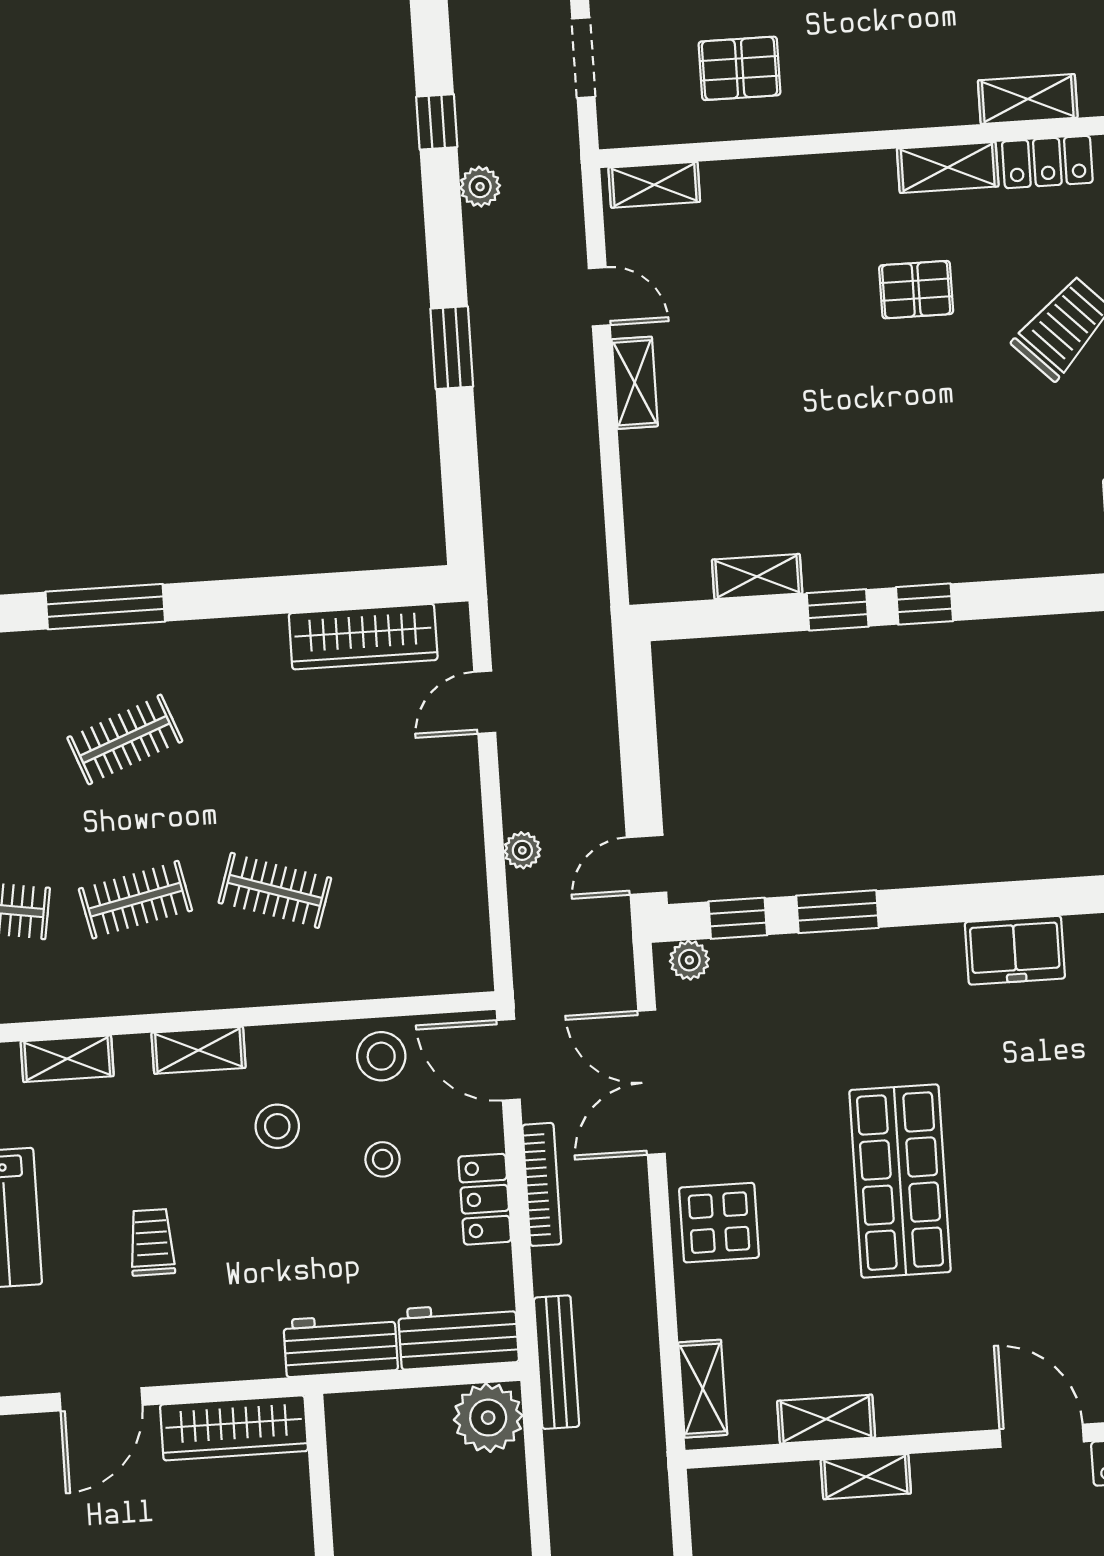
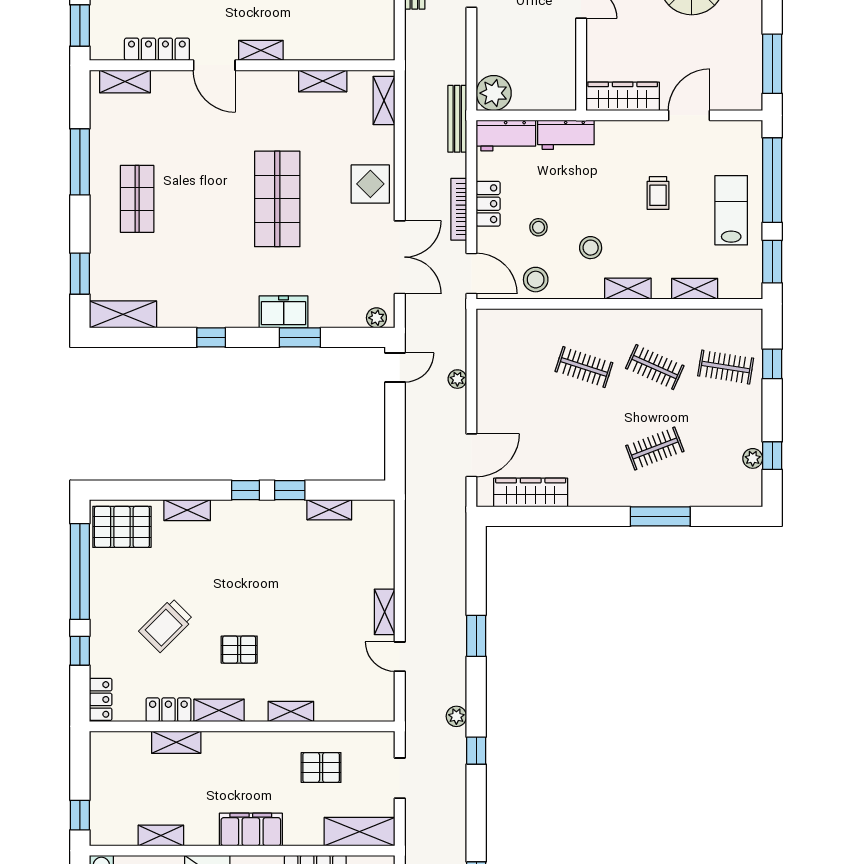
shelving: (654, 185) -> (291, 711), moved
shelving: (1037, 557) -> (187, 510), added
door: (485, 702) -> (471, 455), width x1.38
clothes rail: (135, 900) -> (655, 367), turned 36
window: (738, 918) -> (211, 337), moved
freezer: (1015, 950) -> (284, 312), moved
shelving: (866, 1477) -> (261, 50), moved

